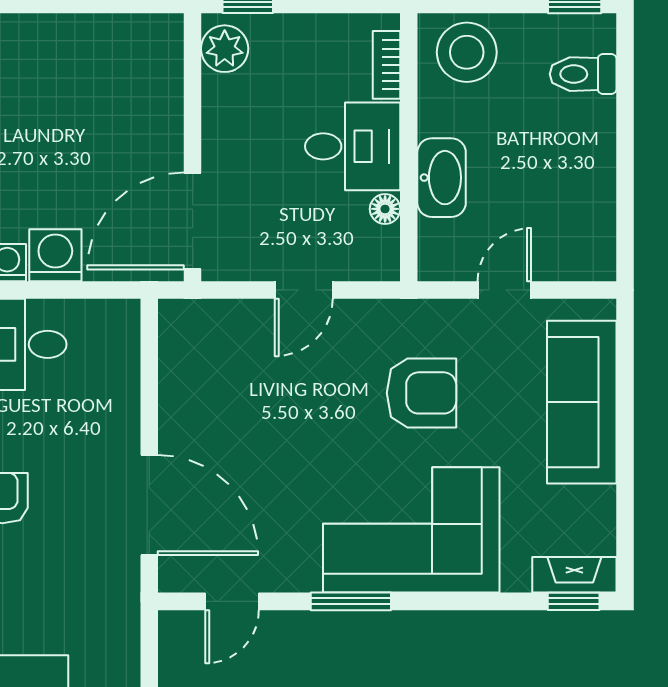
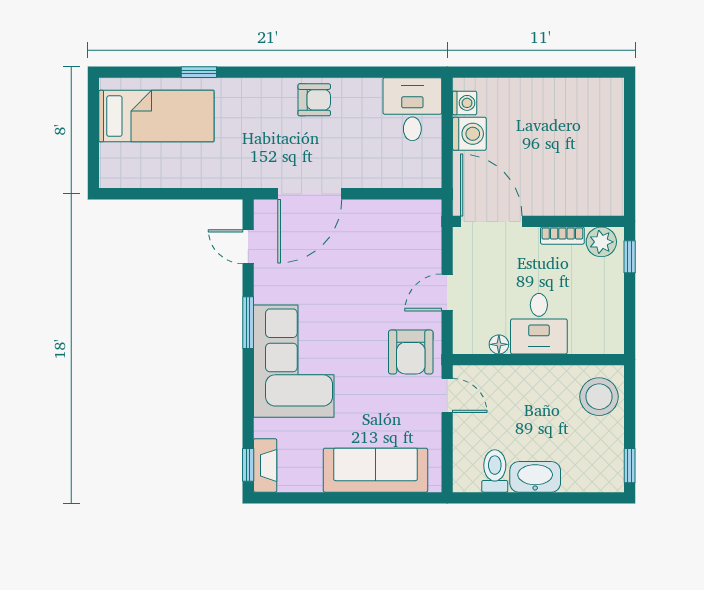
bookcase: (387, 65) -> (562, 236), moved, turned 180
toilet: (583, 74) -> (495, 471), moved
washbasin: (442, 178) -> (535, 477), moved, turned 180
door: (304, 290) -> (447, 292), hinge flipped
door: (504, 290) -> (447, 396), moved
armchair: (422, 393) -> (411, 352), moved

